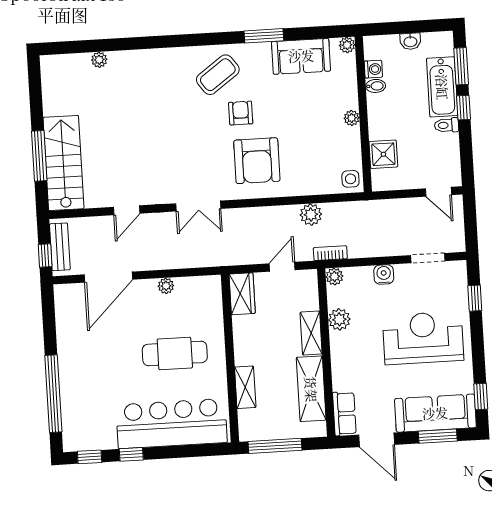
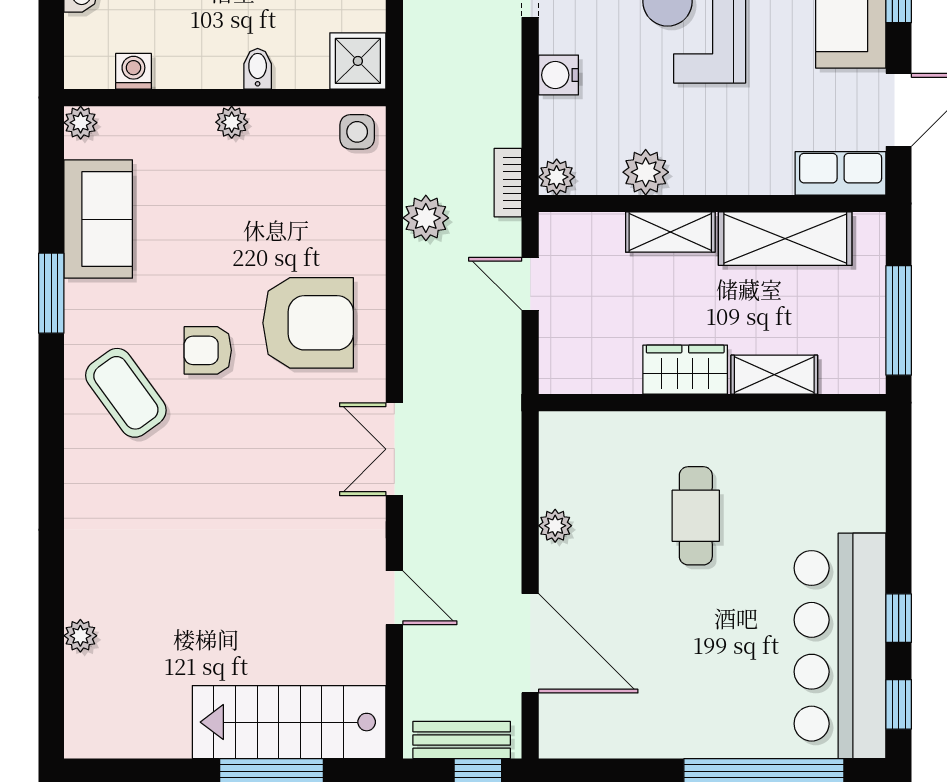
bidet: (376, 86) -> (258, 69), moved
shower: (383, 154) -> (358, 61), moved
double door: (198, 206) -> (394, 449), swing flipped
wardrobe: (242, 294) -> (685, 370), moved
cafe table: (175, 353) -> (696, 516), width x0.73, depth x0.74
bar counter: (172, 424) -> (840, 646), moved

